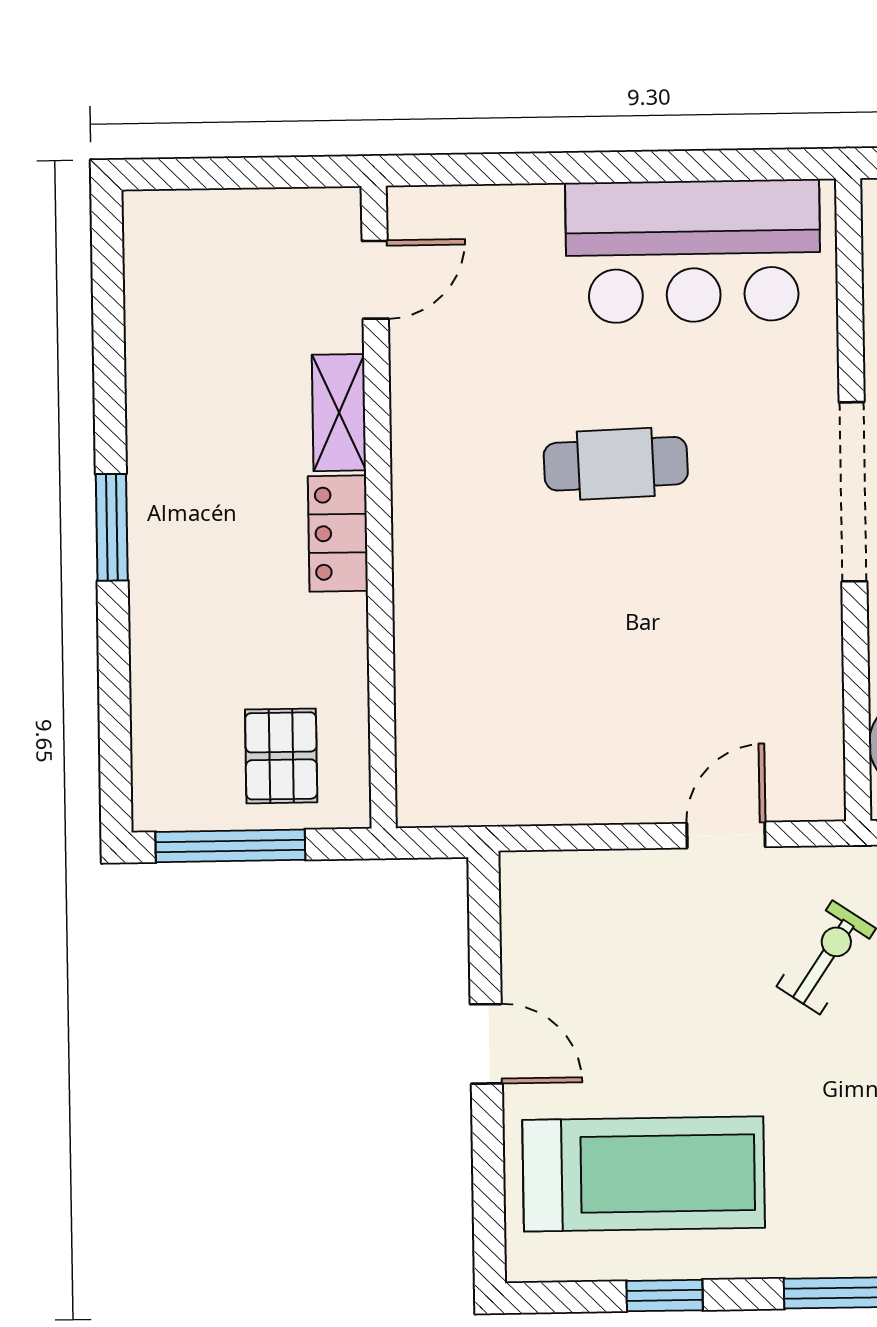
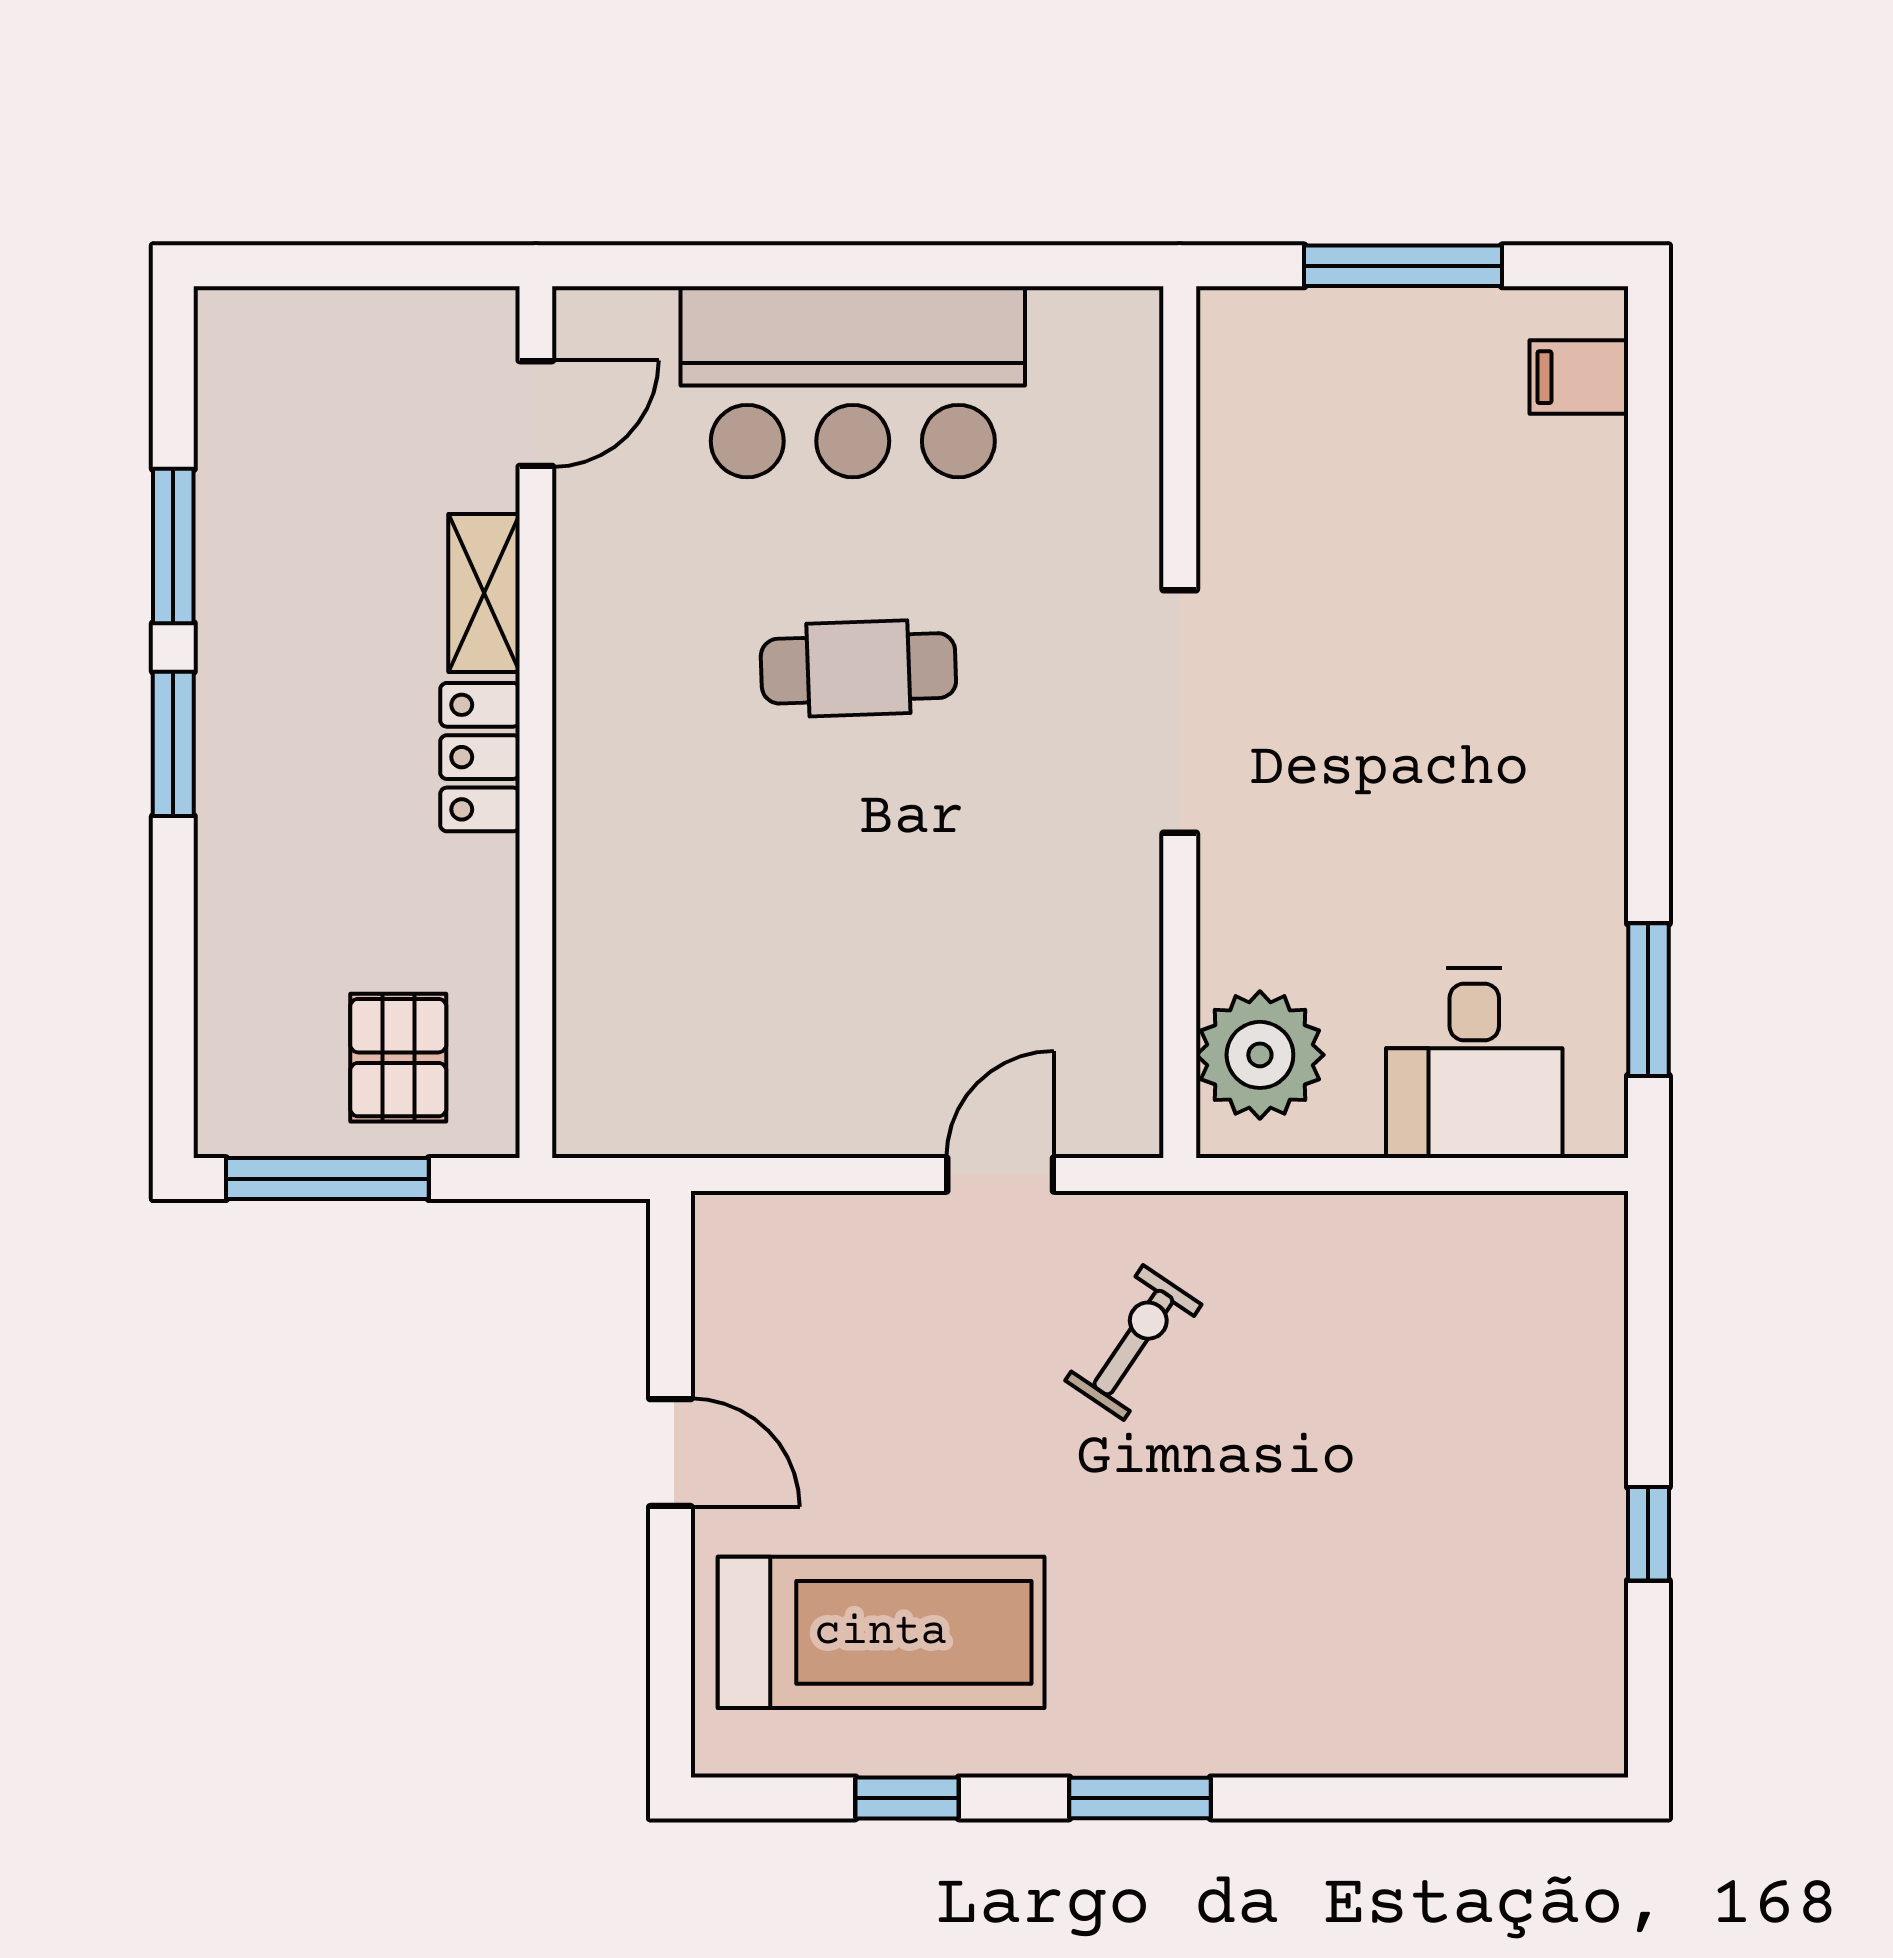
bar counter: (693, 251) -> (853, 382), moved
window: (109, 382) -> (173, 546), added

